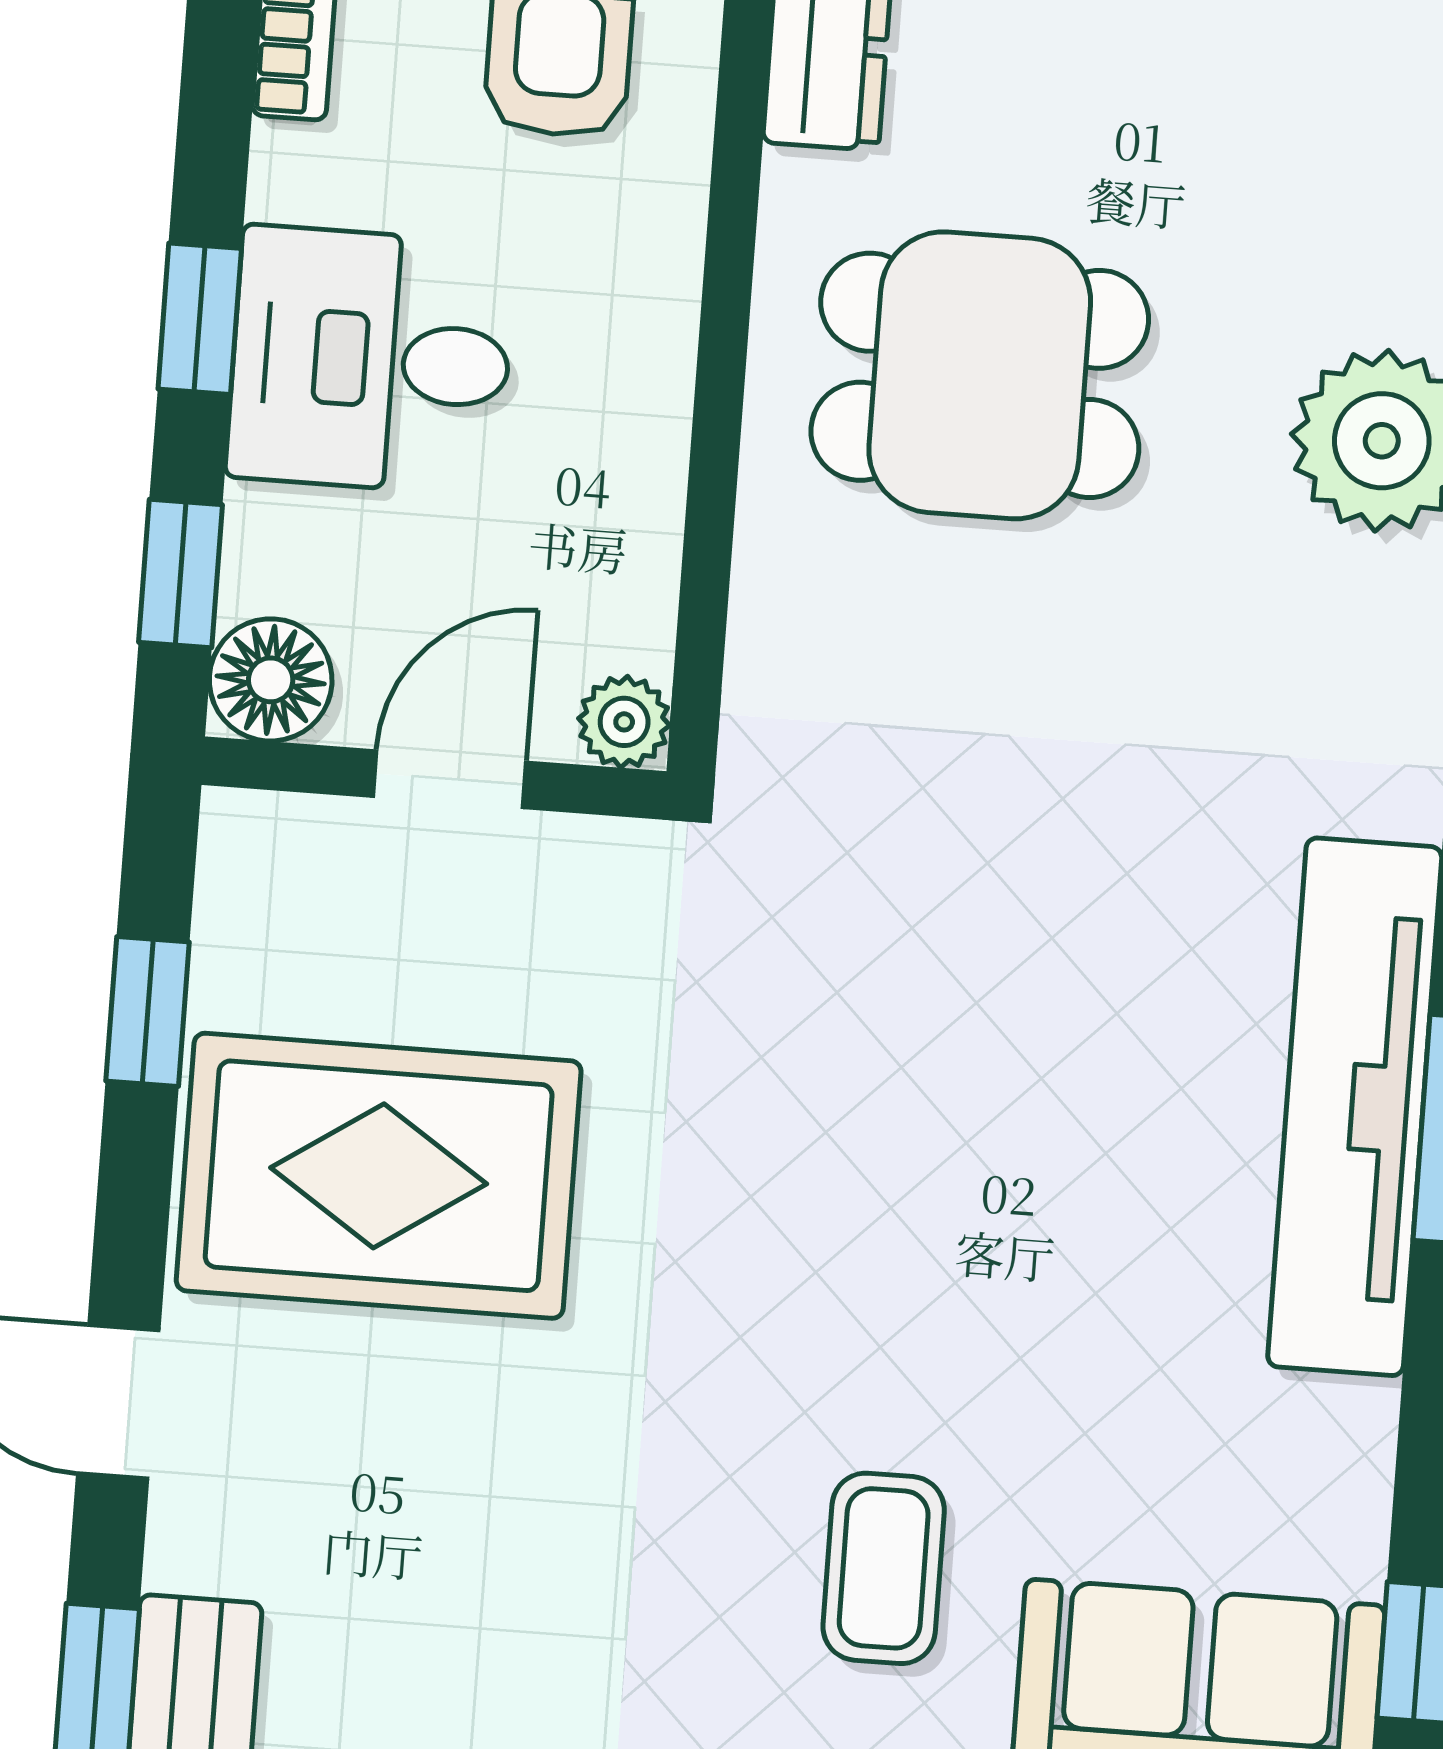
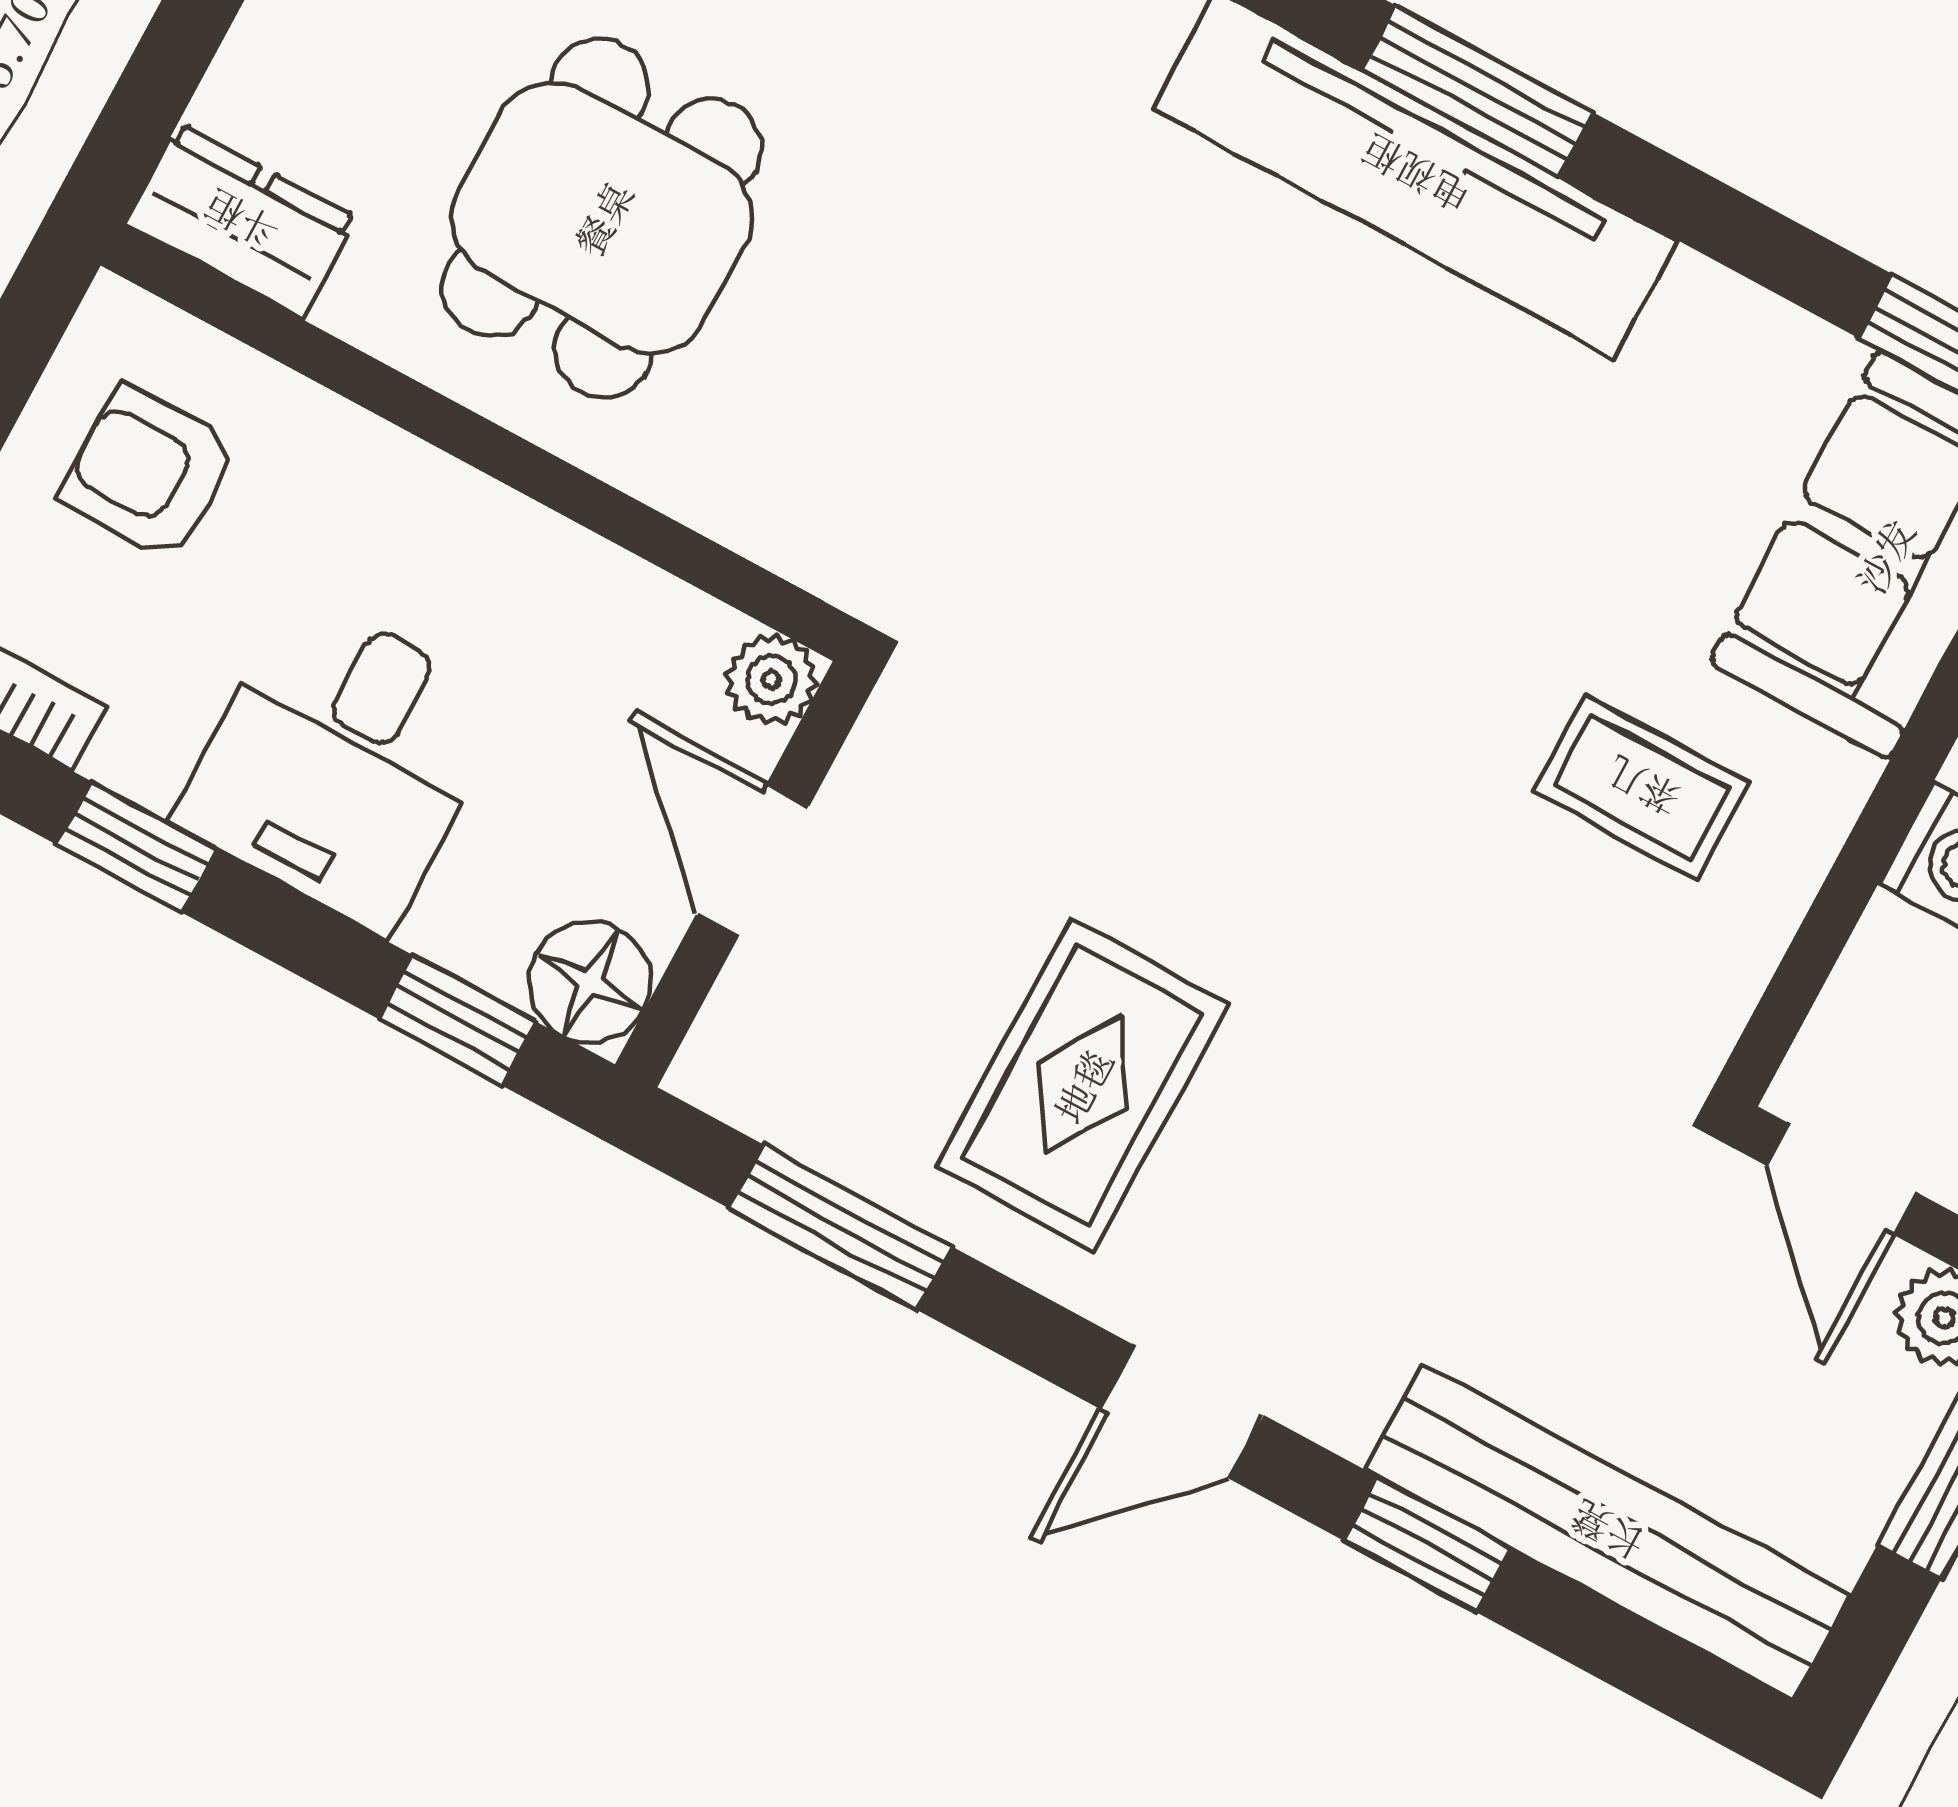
window: (200, 319) -> (136, 847), moved
window: (148, 1011) -> (840, 1227), width x1.50
rug: (379, 1176) -> (1082, 1085), width x0.73, depth x0.70

